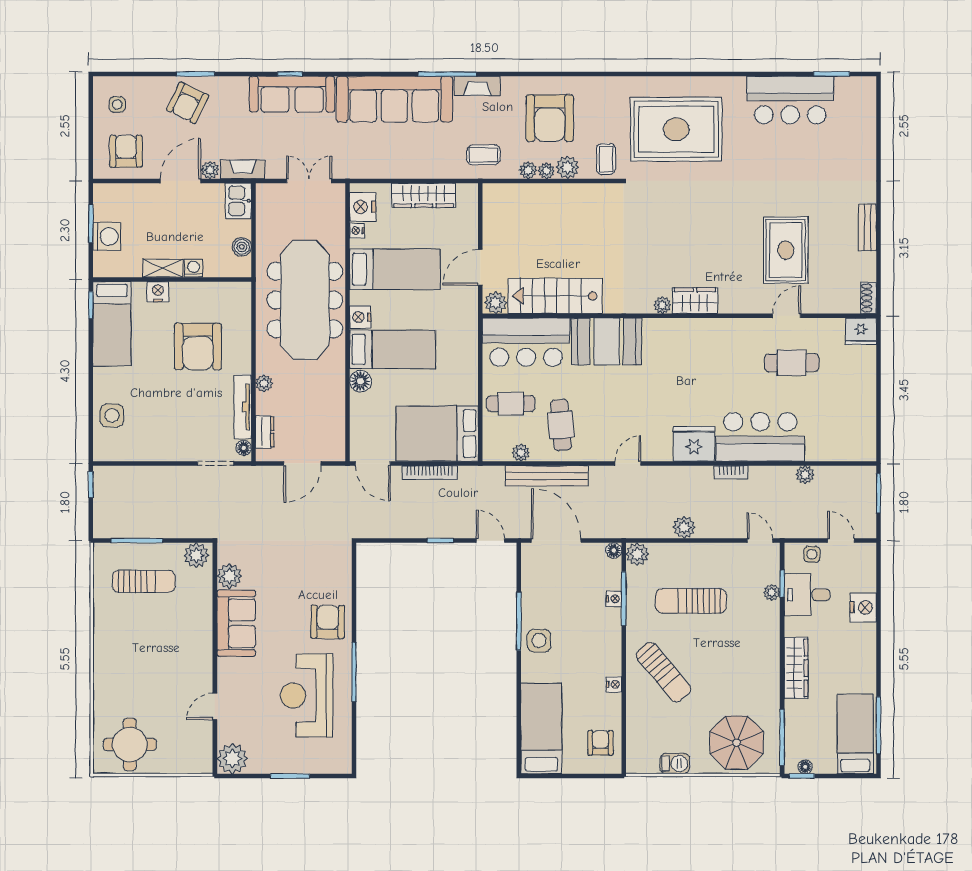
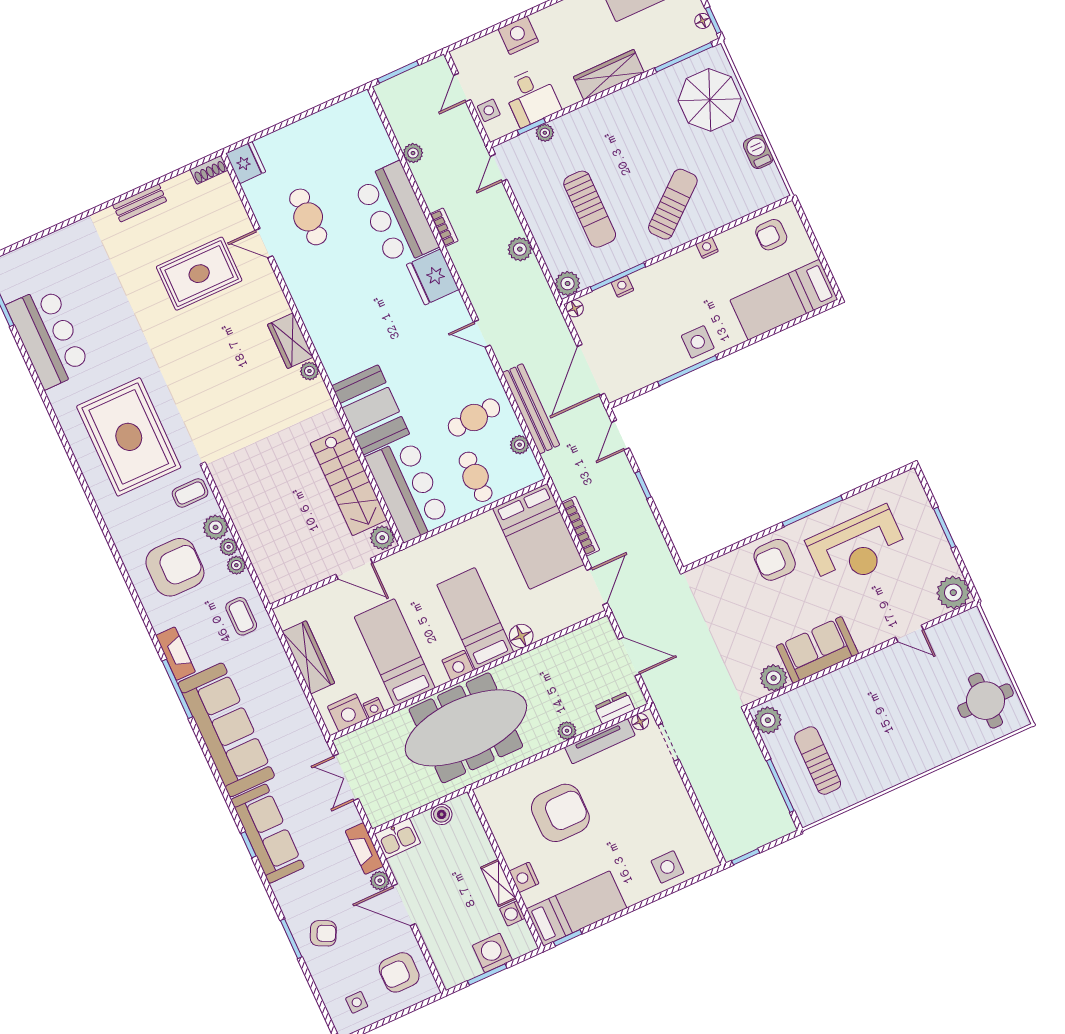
armchair: (188, 103) -> (323, 933), width x0.72, depth x0.72
washing machine: (194, 268) -> (512, 913), moved

